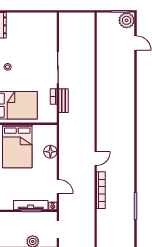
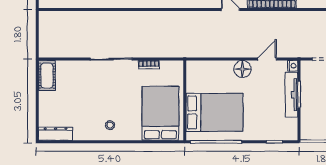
cot: (45, 19) -> (47, 76), added
bench: (63, 101) -> (154, 52), removed
floor lamp: (50, 152) -> (242, 69), moved

